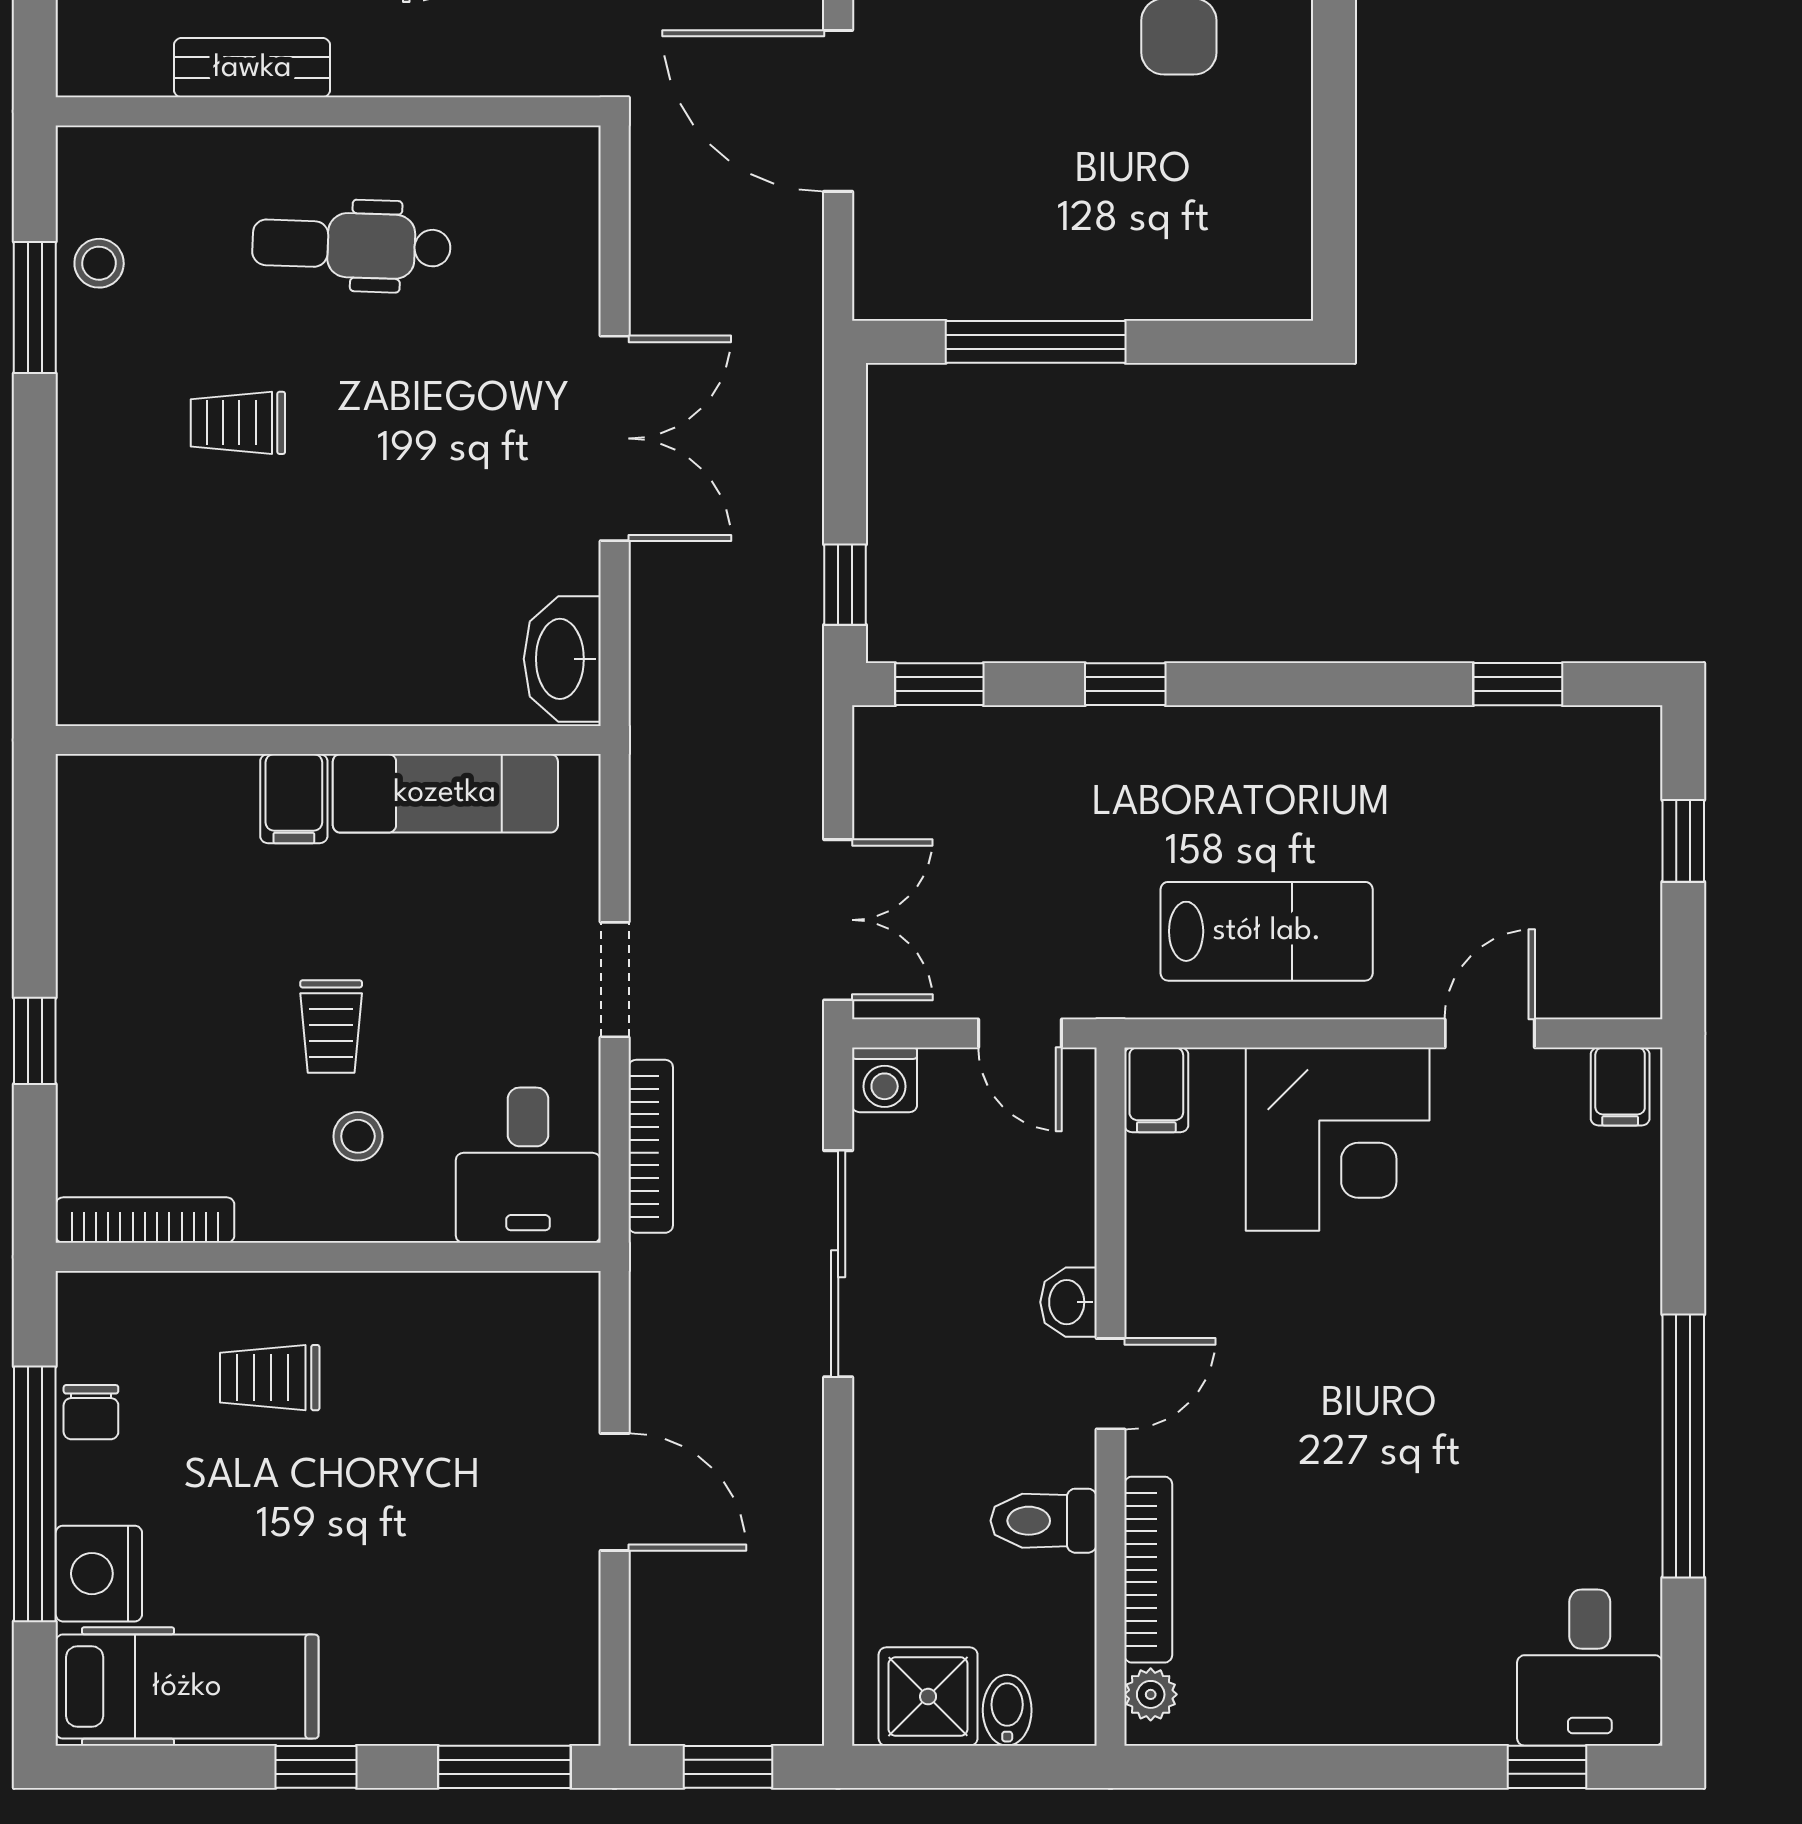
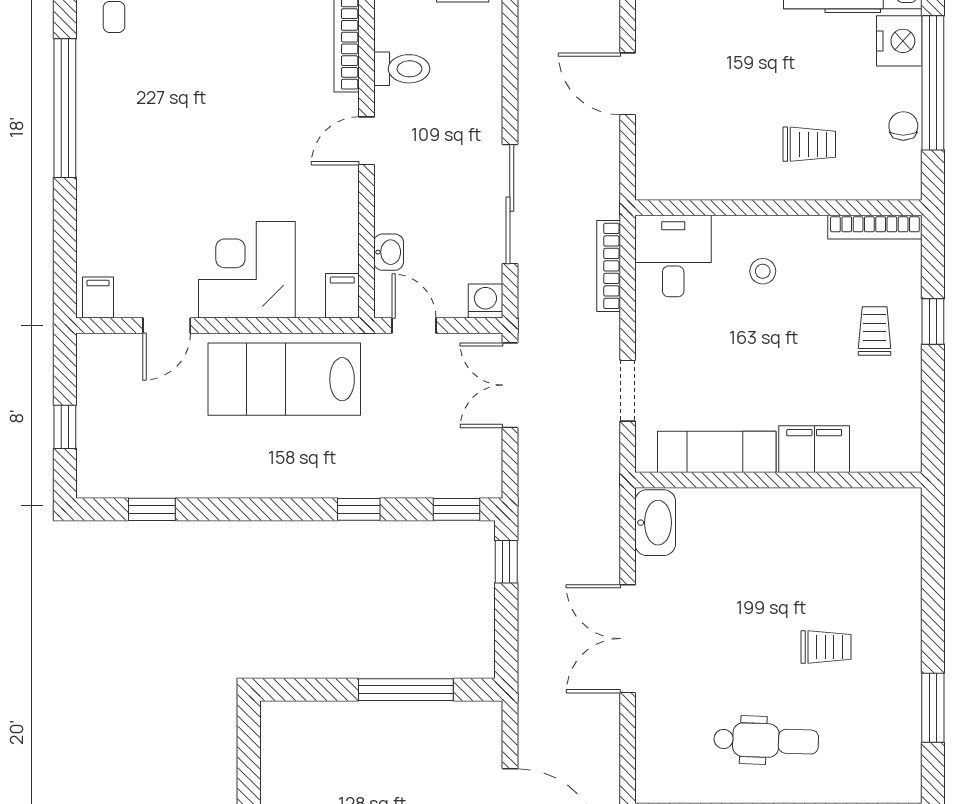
stool: (99, 263) -> (899, 731), removed
filing cabinet: (294, 799) -> (814, 449), width x2.00
lab bench: (1267, 931) -> (284, 379), width x1.36, depth x1.39
doorway: (615, 980) -> (628, 391), moved
trolley: (331, 1027) -> (875, 331), moved
washbasin: (1068, 1302) -> (389, 252), moved

